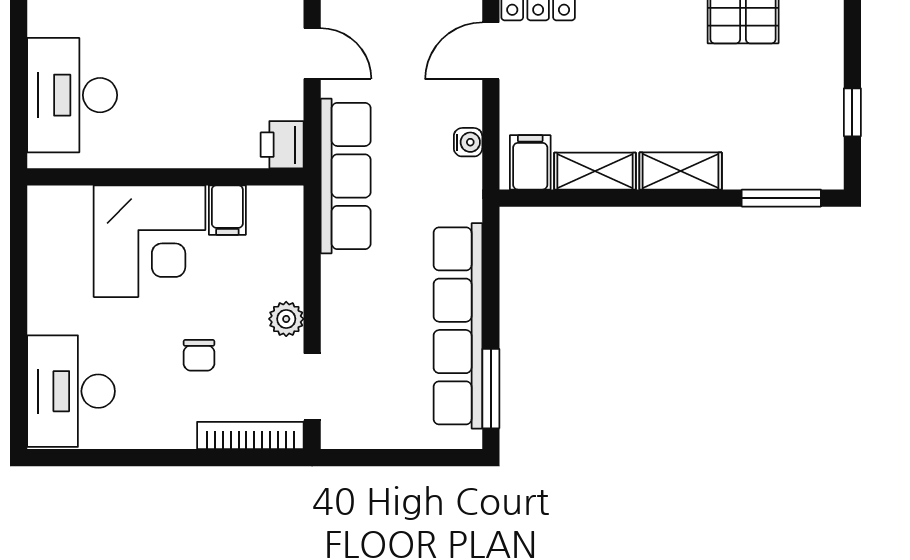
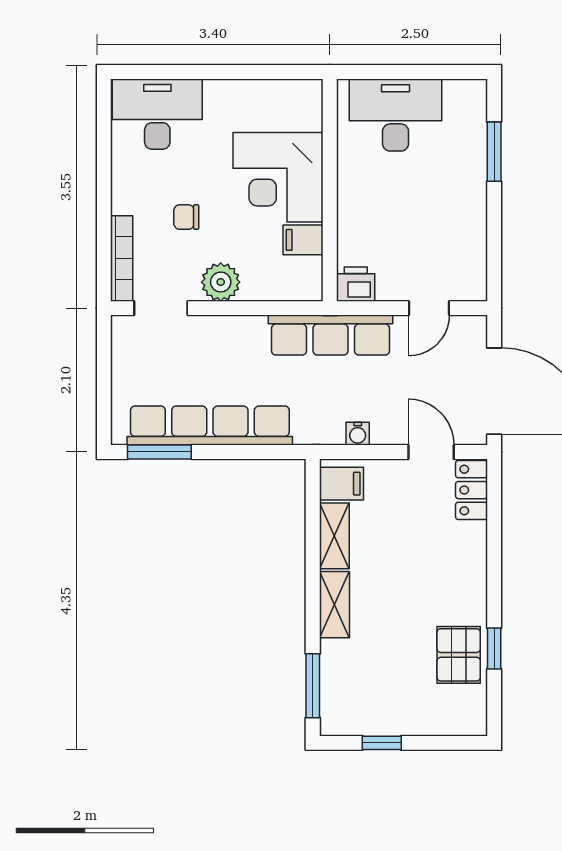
plant: (286, 319) -> (221, 282), width x1.38, depth x1.38

